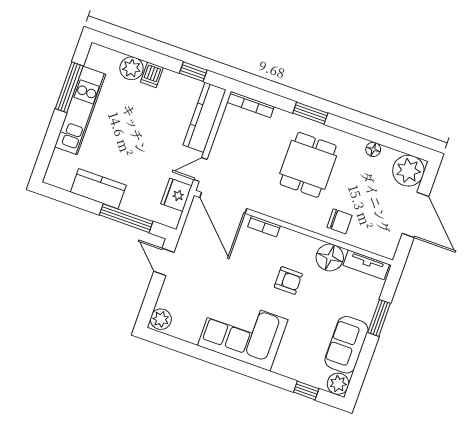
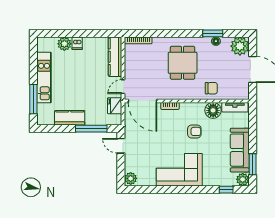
window: (193, 72) -> (100, 33), removed
window: (69, 87) -> (33, 99), moved
window: (310, 113) -> (213, 33), moved
window: (379, 318) -> (253, 164), moved
sofa: (347, 345) -> (240, 150), width x1.36

